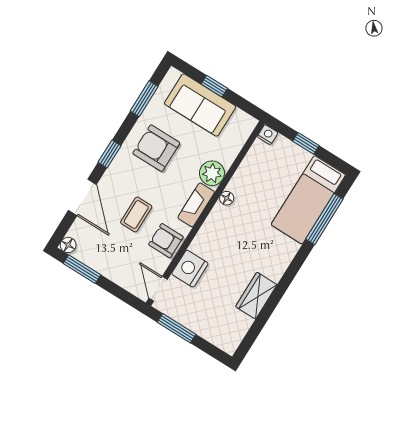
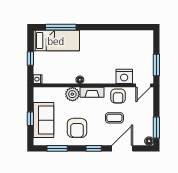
wardrobe: (256, 296) -> (117, 37), removed

